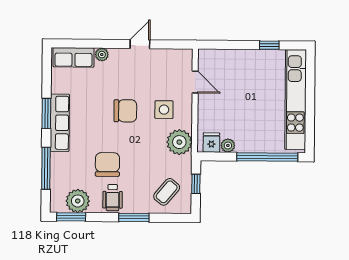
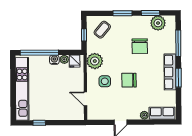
water cooler: (244, 145) -> (54, 60), added
wheelchair: (113, 198) -> (136, 25), removed
window: (71, 217) -> (151, 13), moved

